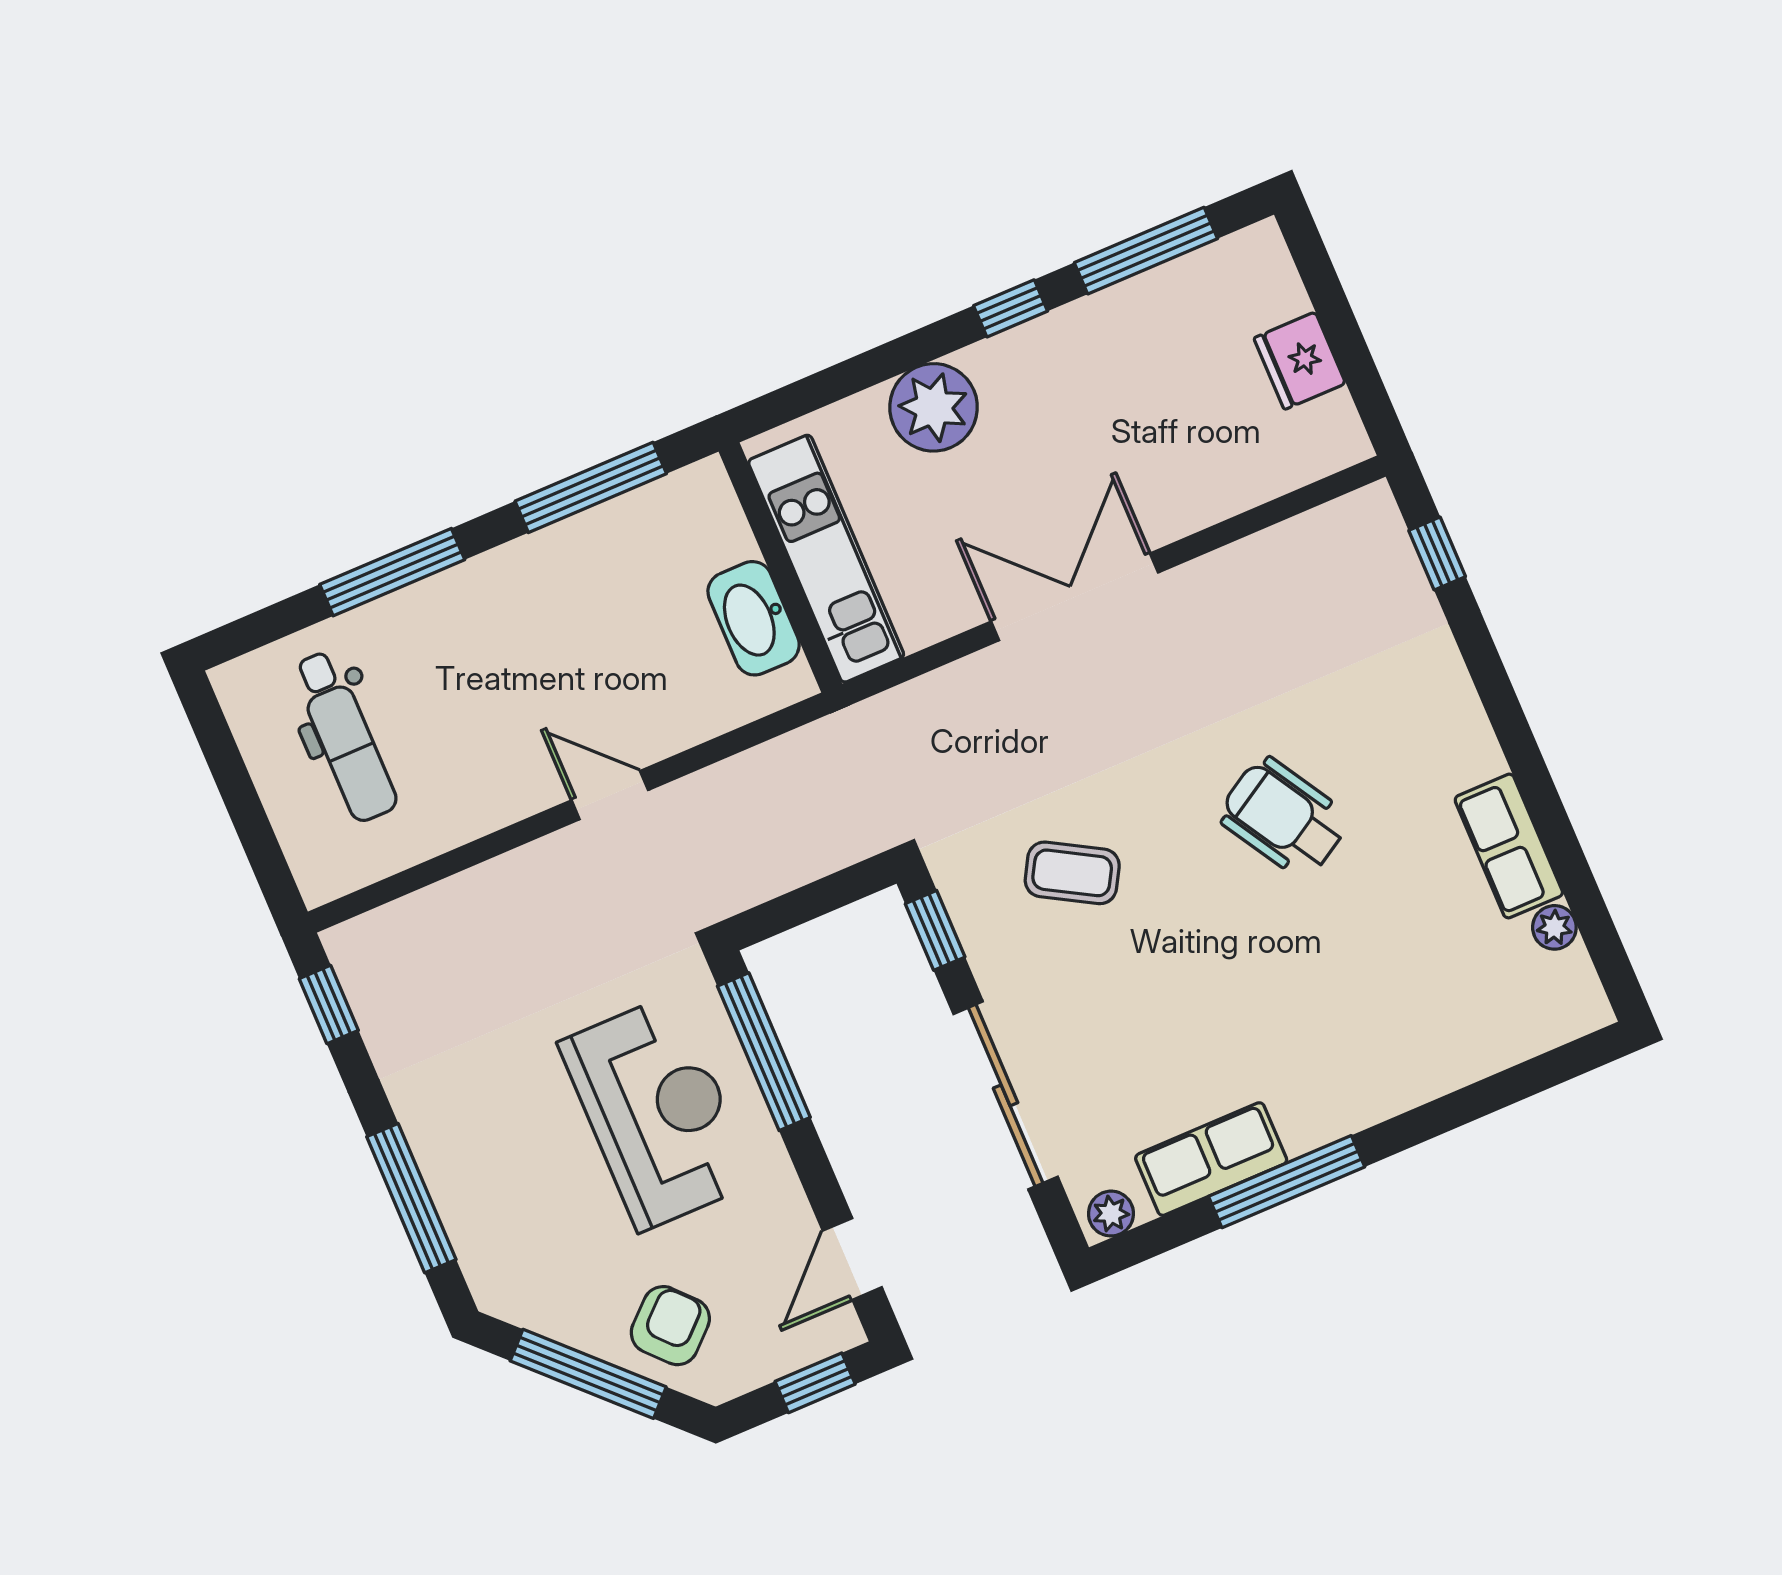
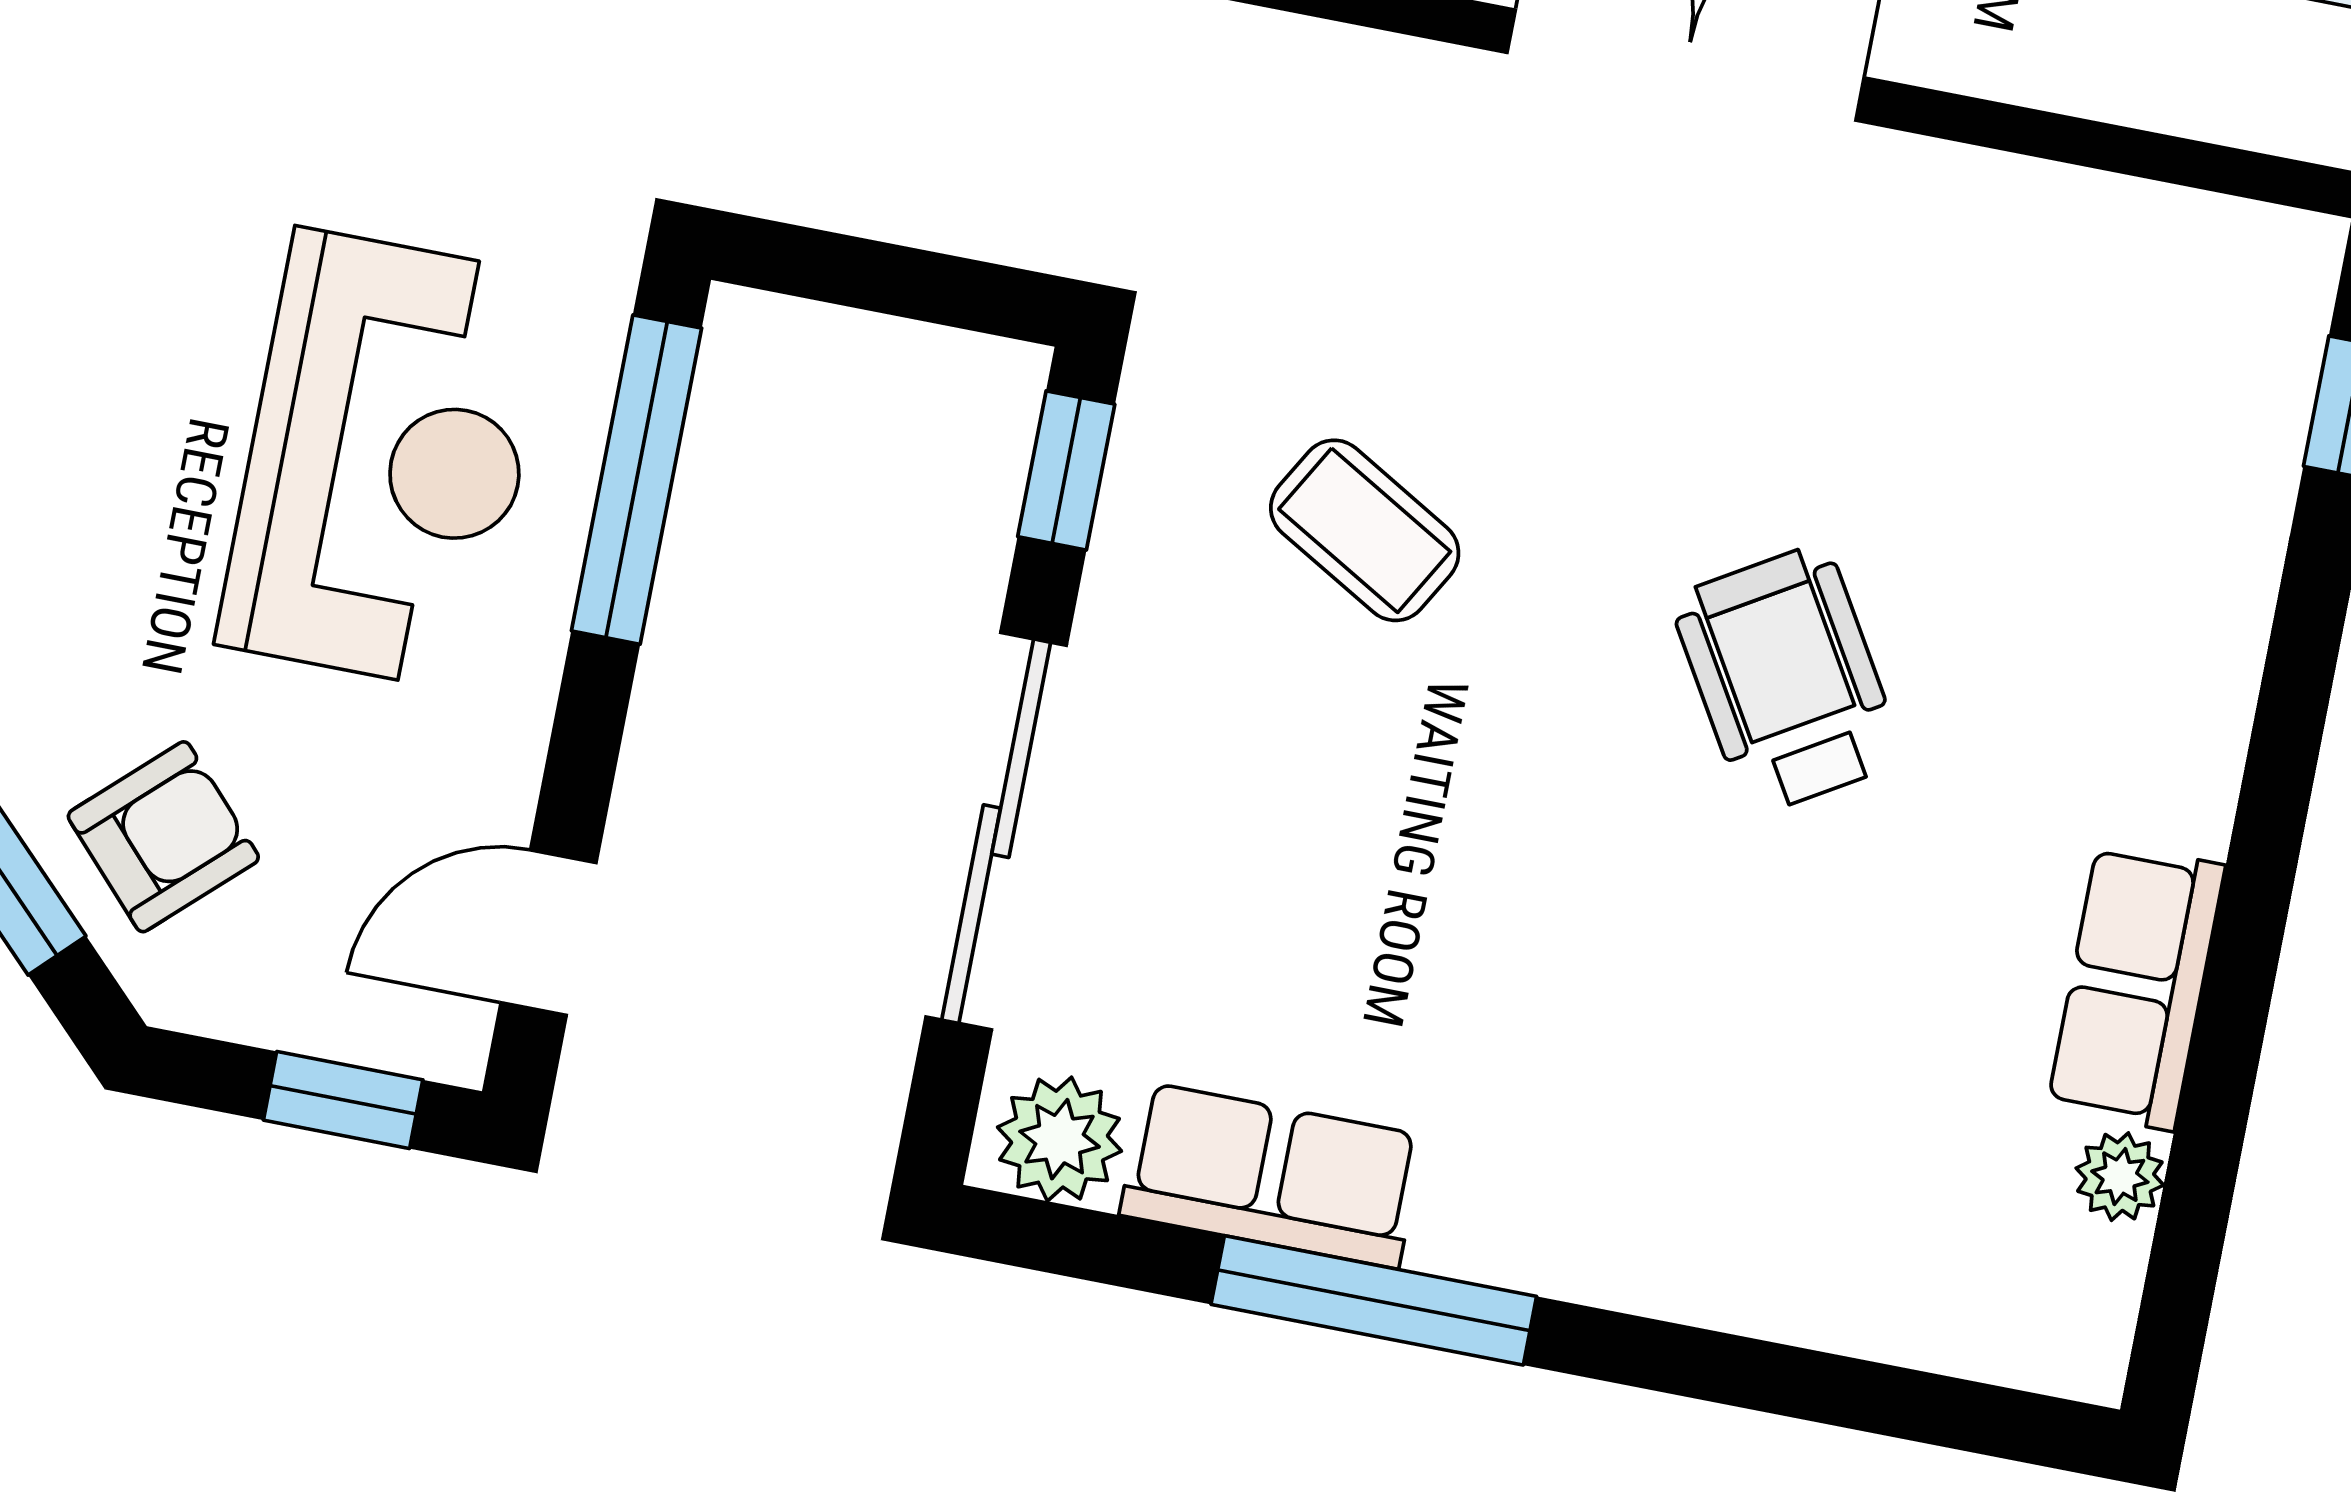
plant: (1111, 1214) -> (1060, 1139), width x1.38, depth x1.38

